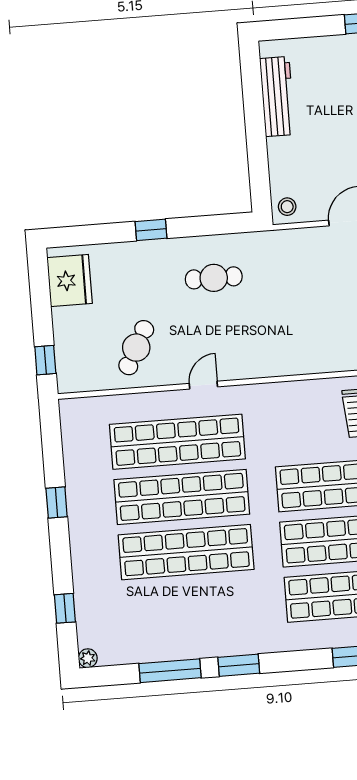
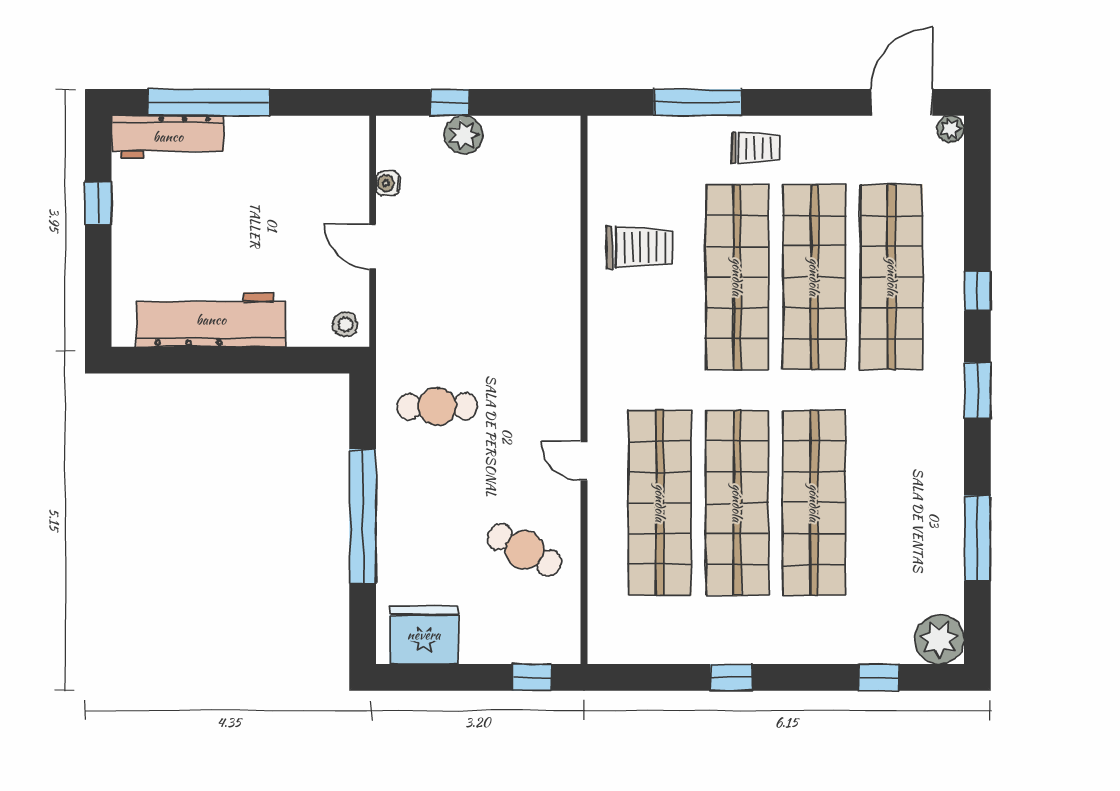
workbench: (277, 96) -> (211, 320), width x1.36, depth x1.32
window: (151, 230) -> (363, 516), width x3.17
cafe table: (214, 278) -> (437, 406), moved, turned 90
plant: (88, 658) -> (939, 640), width x1.88, depth x1.88
window: (239, 665) -> (977, 390), moved

